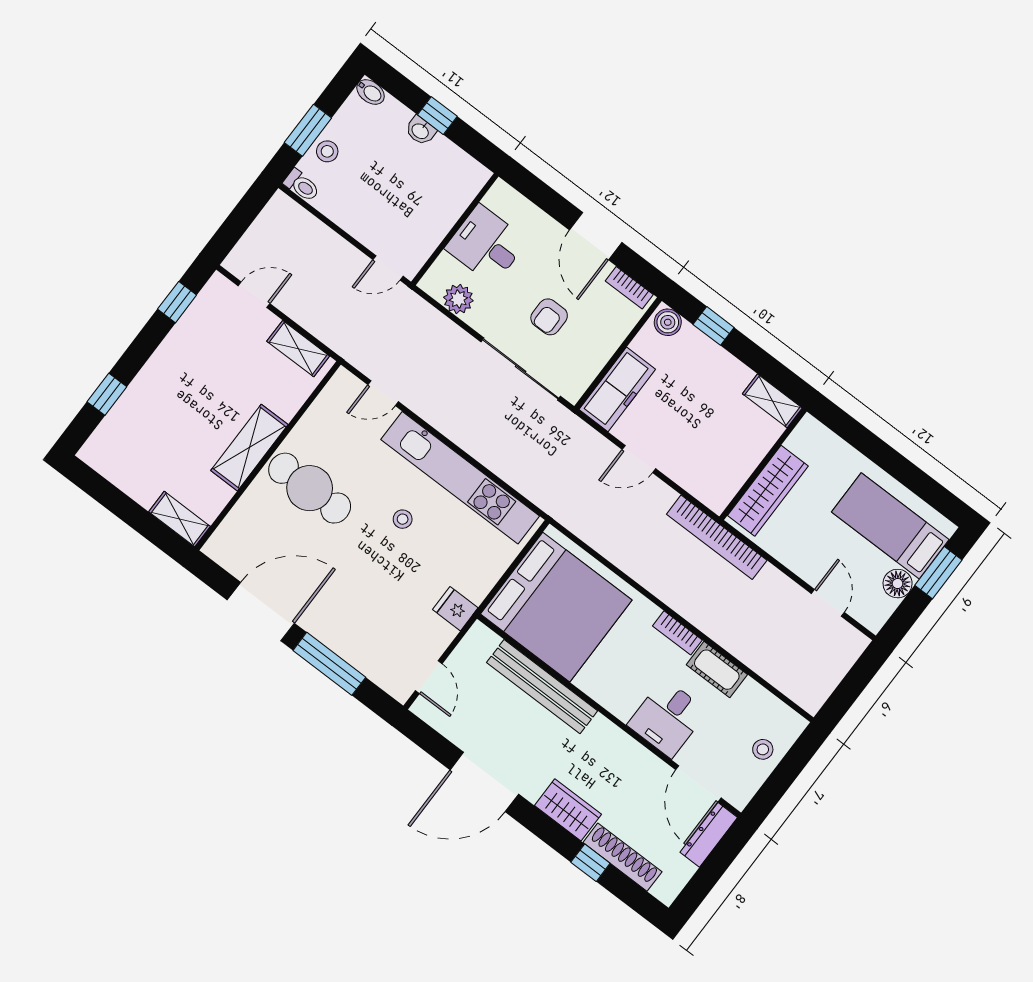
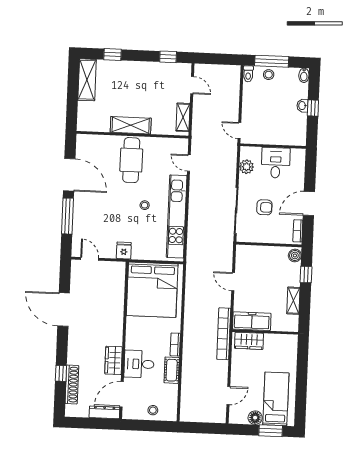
window: (308, 130) -> (272, 61), width x1.44
armchair: (549, 317) -> (264, 207), turned 180
freezer: (617, 389) -> (252, 321), moved, turned 180
shelving: (772, 401) -> (293, 301), moved
wardrobe: (768, 491) -> (249, 341), width x0.67
shelving: (180, 519) -> (87, 80), moved, width x1.50, depth x1.33
door: (429, 677) -> (90, 259), swing flipped
bench: (542, 687) -> (117, 306), removed
wardrobe: (568, 810) -> (114, 360), moved, turned 180

